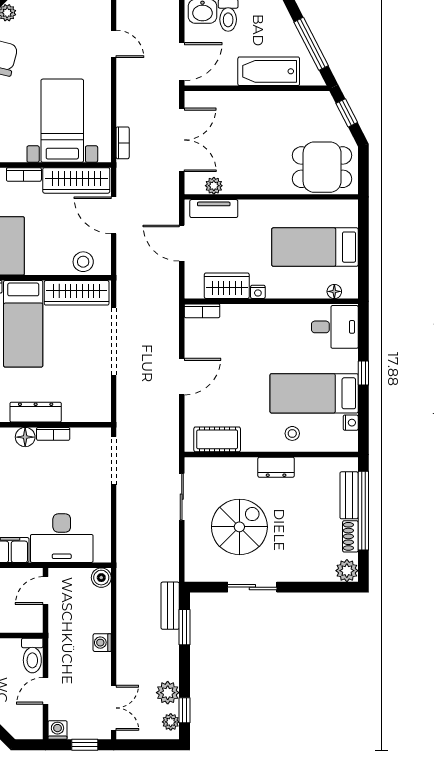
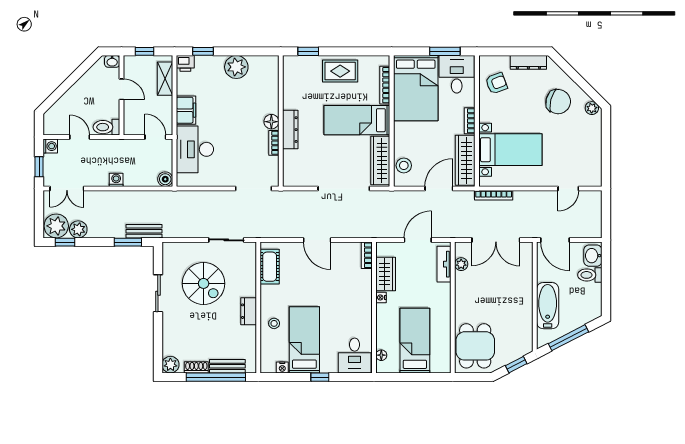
bookcase: (123, 143) -> (494, 195), width x1.56
plant: (171, 722) -> (56, 226), width x1.88, depth x1.88

